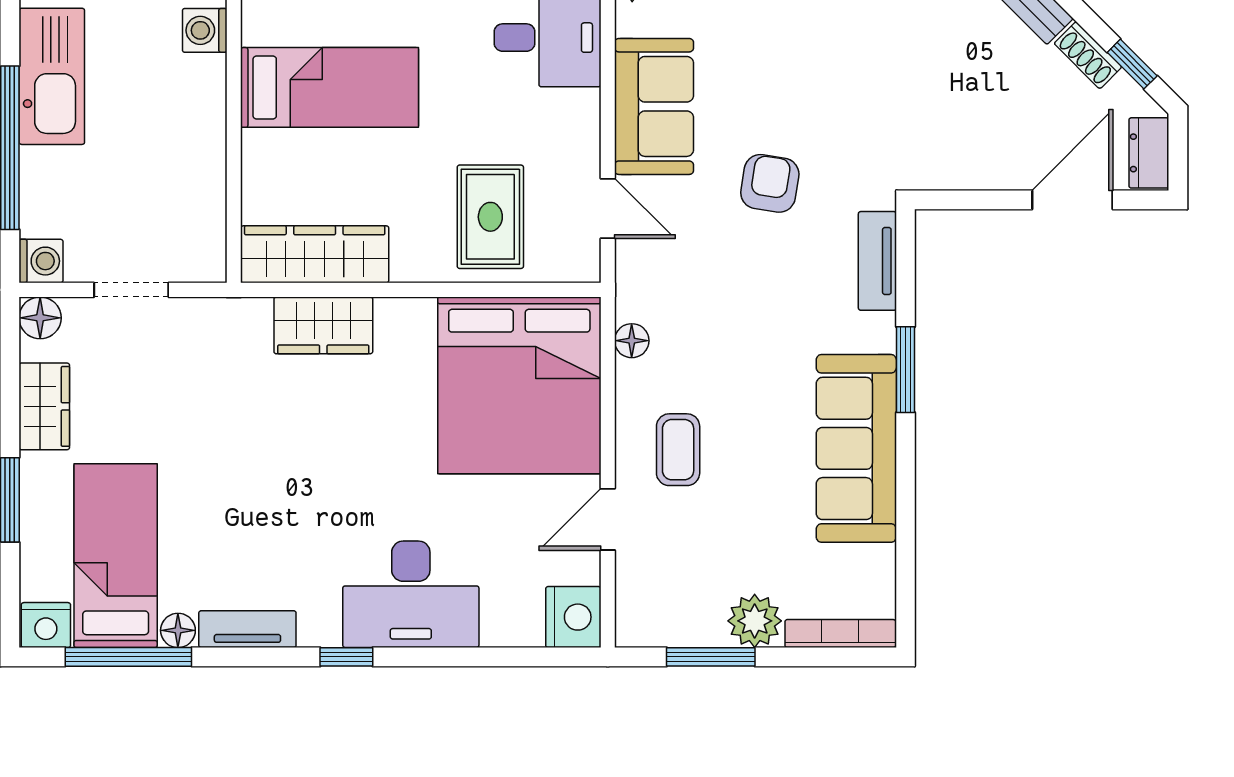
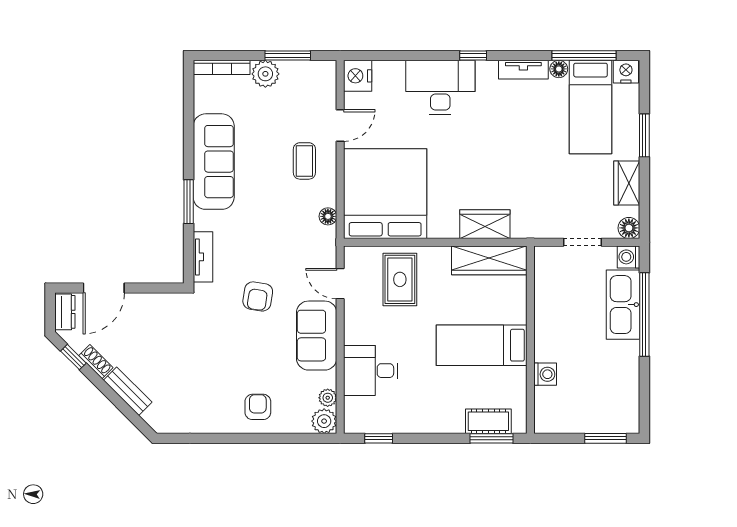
kitchen sink: (52, 76) -> (623, 305), moved

